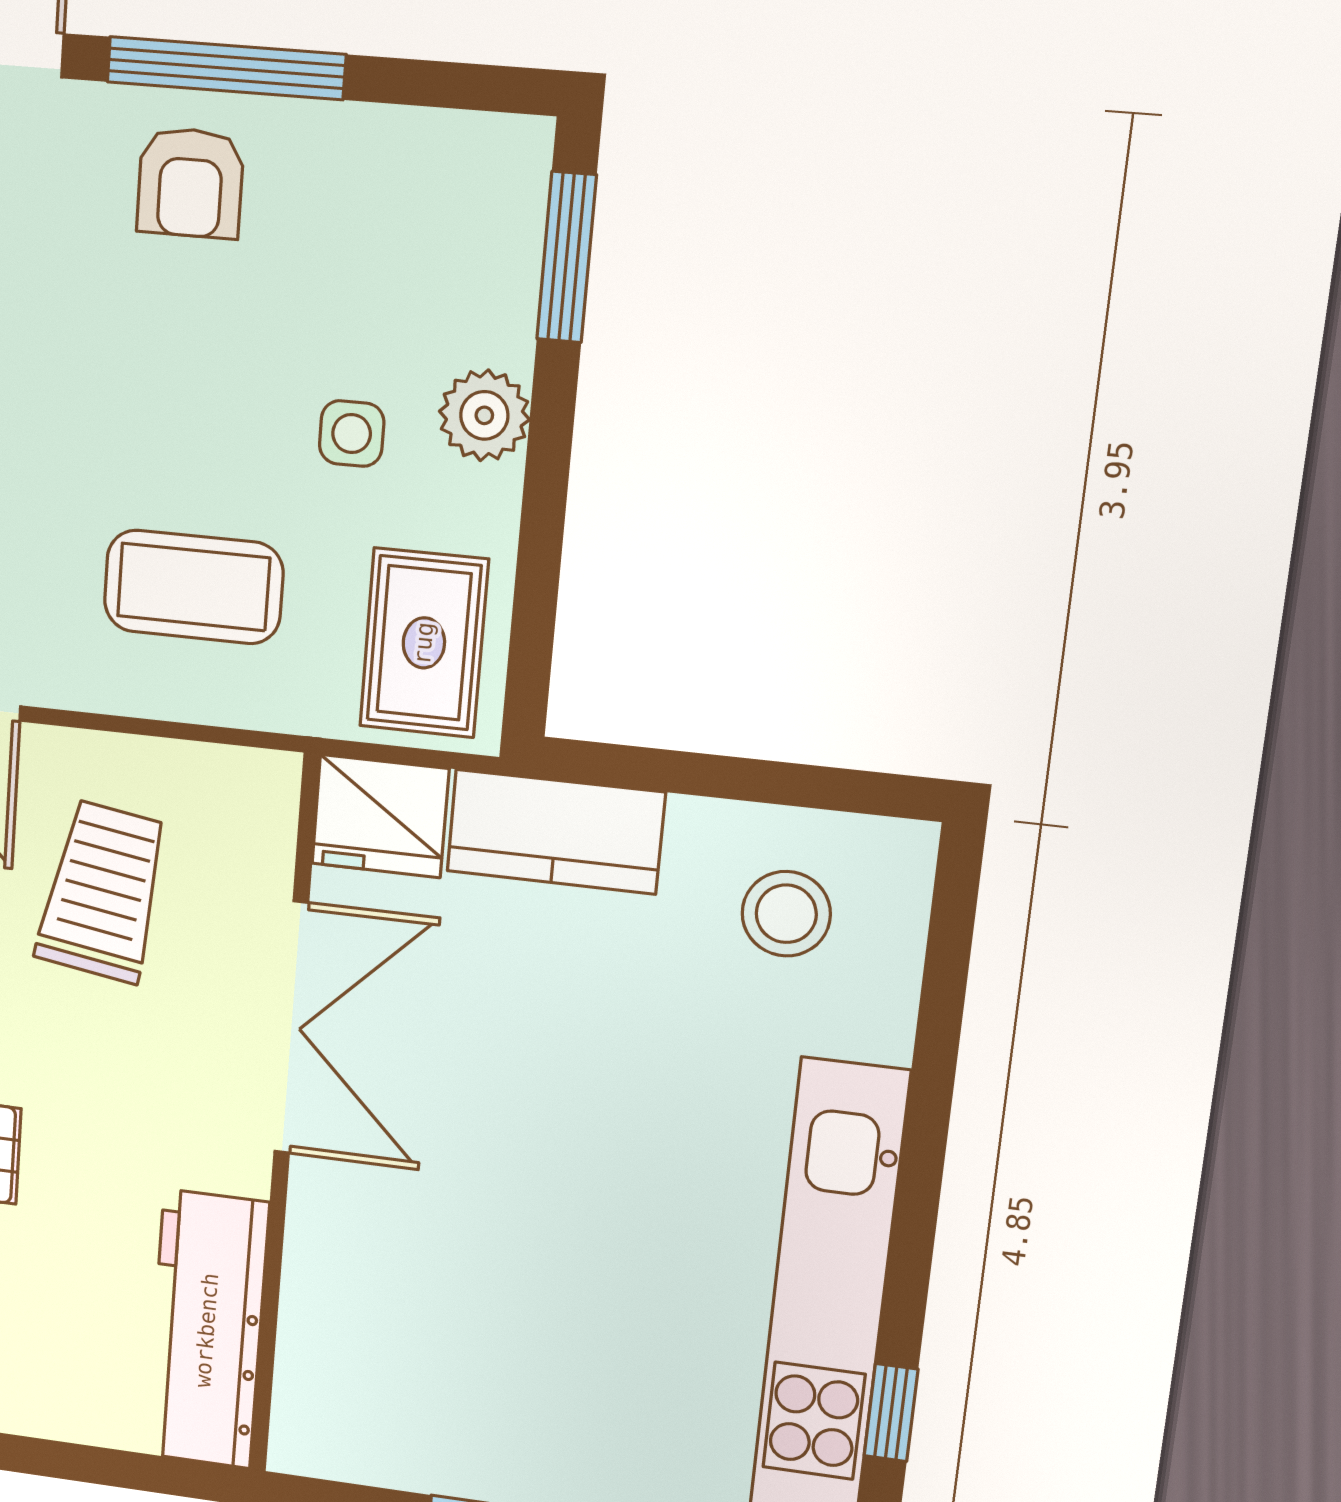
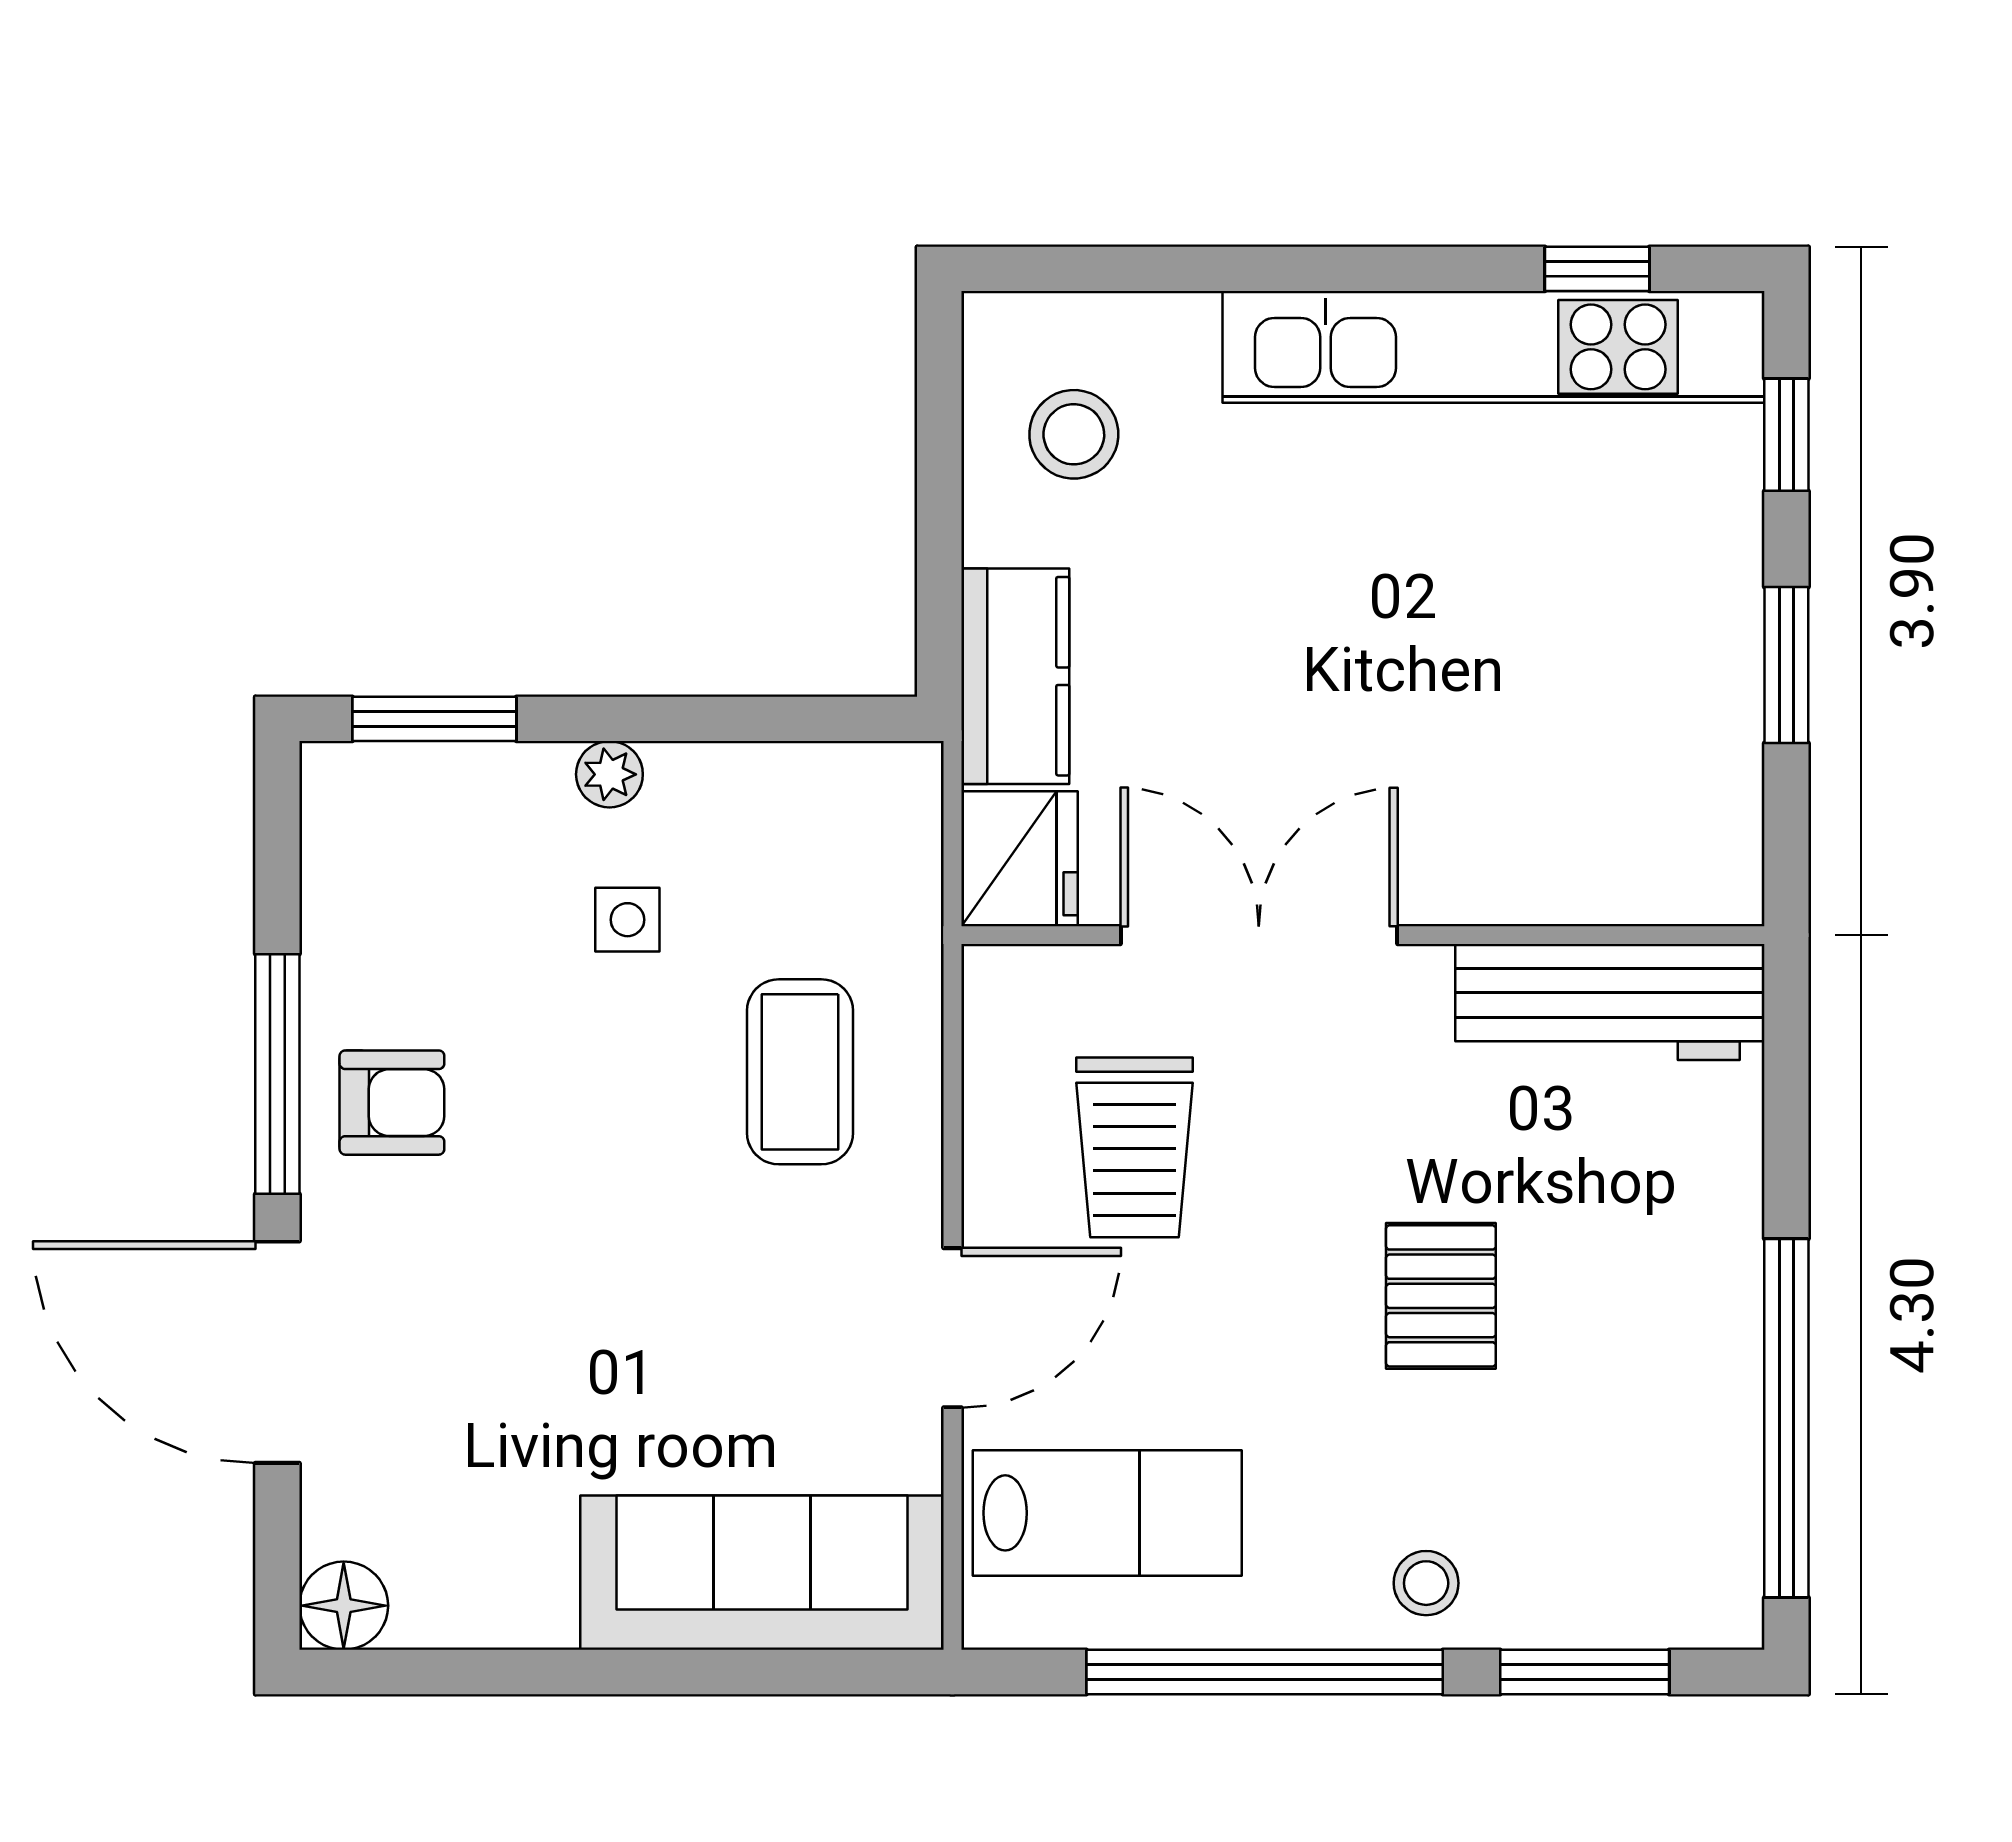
plant: (484, 415) -> (609, 774), width x0.73, depth x0.73
rug: (424, 643) -> (834, 828), removed
trolley: (103, 892) -> (1135, 1147), turned -99

